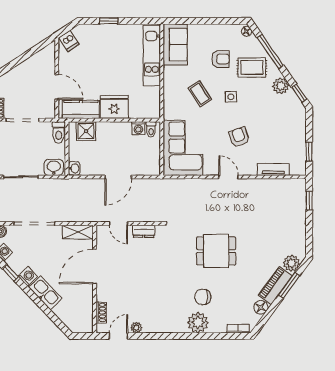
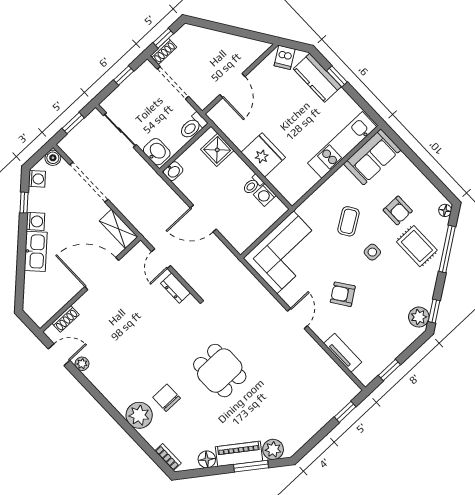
plant: (281, 86) -> (419, 317), moved
kitchen counter: (81, 109) -> (317, 78), moved, turned 180
toilet: (151, 129) -> (253, 185), moved
armchair: (239, 137) -> (343, 294), turned -106

